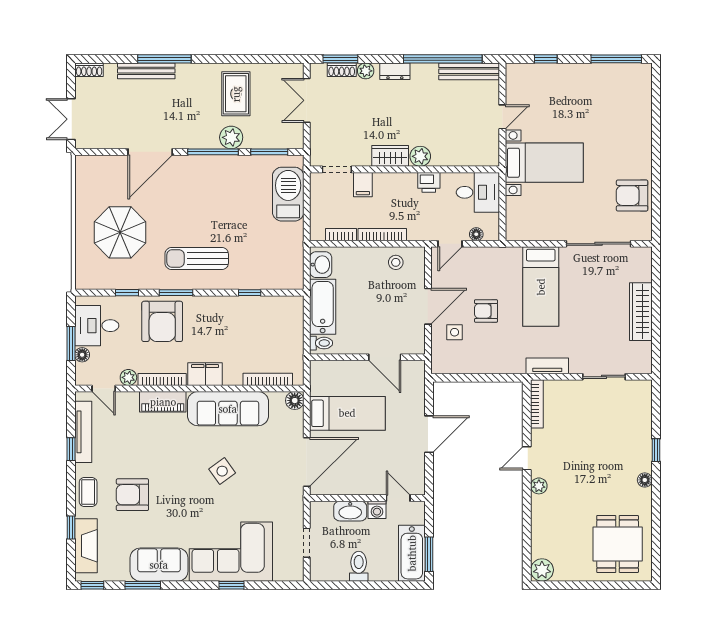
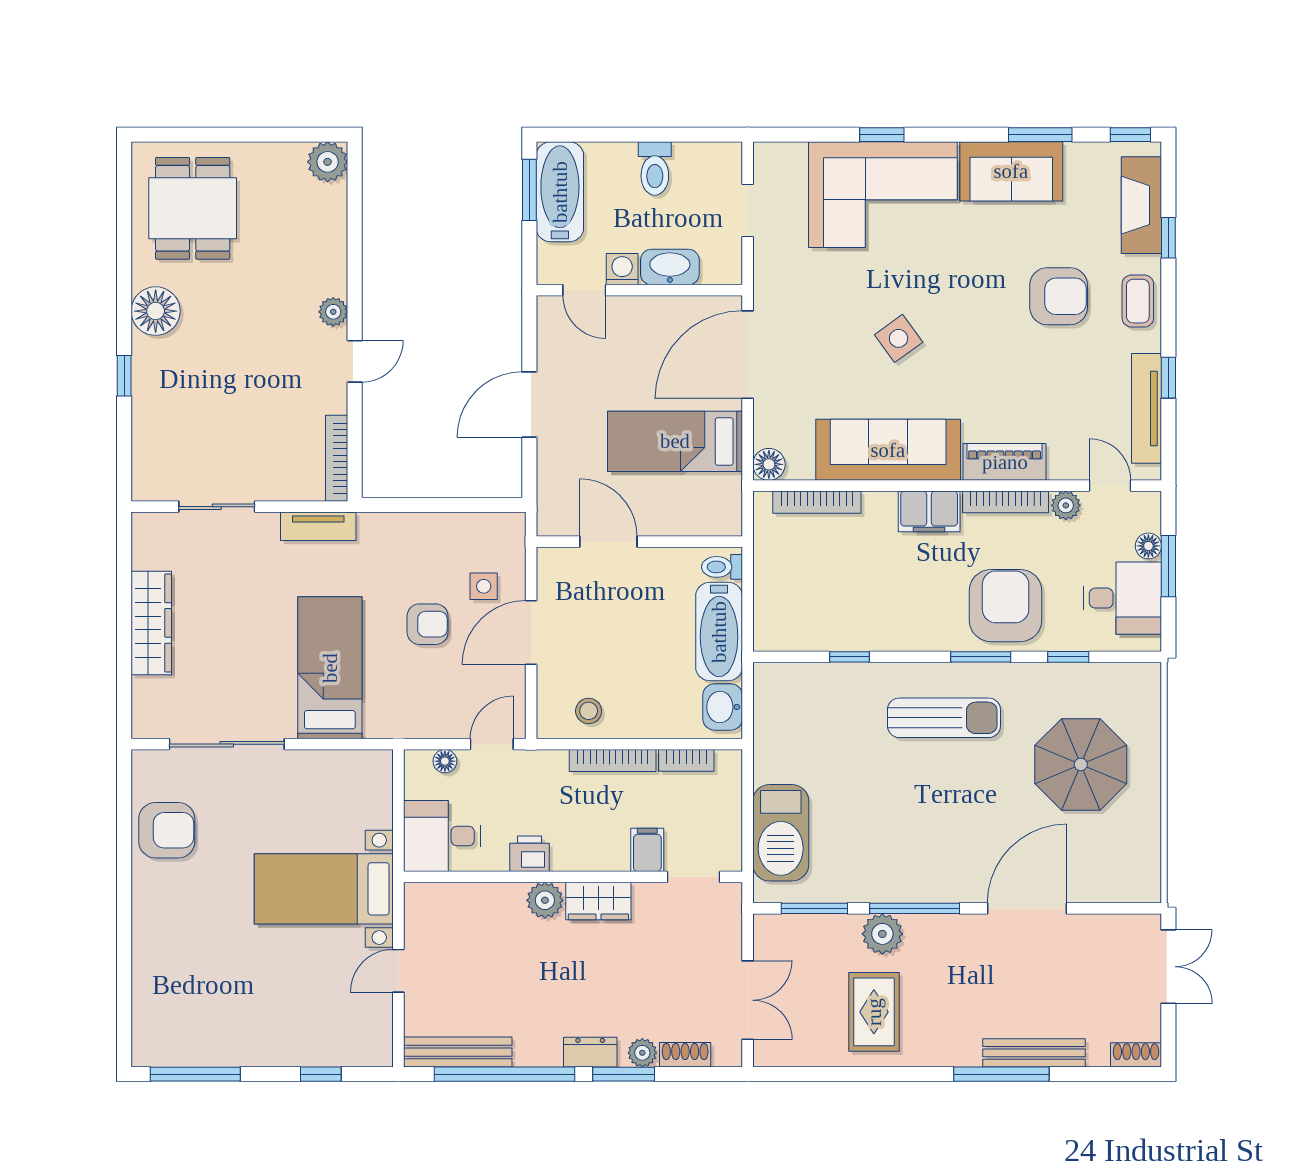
window: (340, 59) -> (624, 1074), moved
floor lamp: (645, 480) -> (156, 311), width x1.89, depth x1.89

